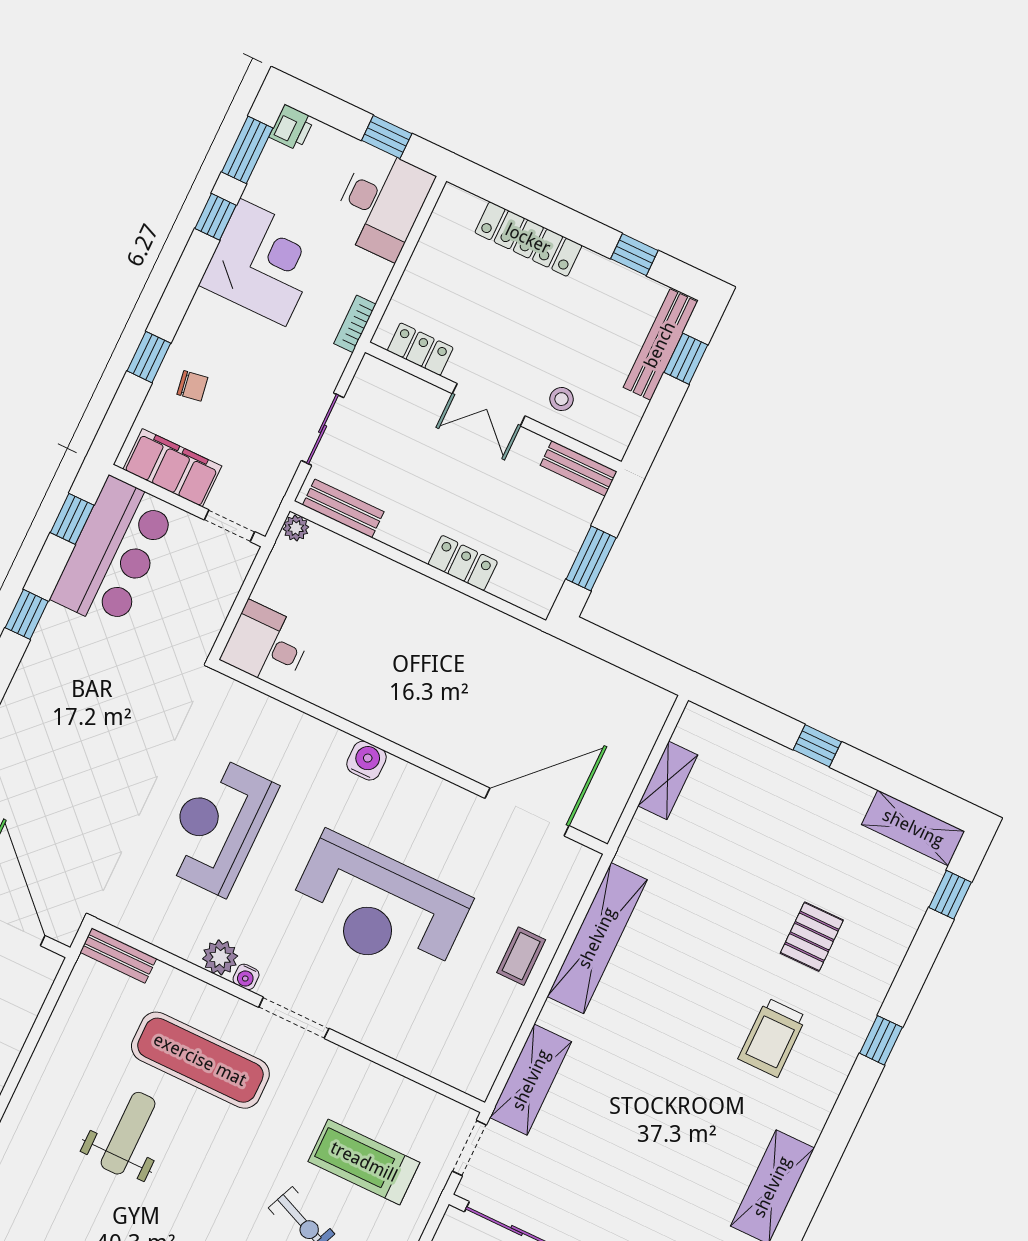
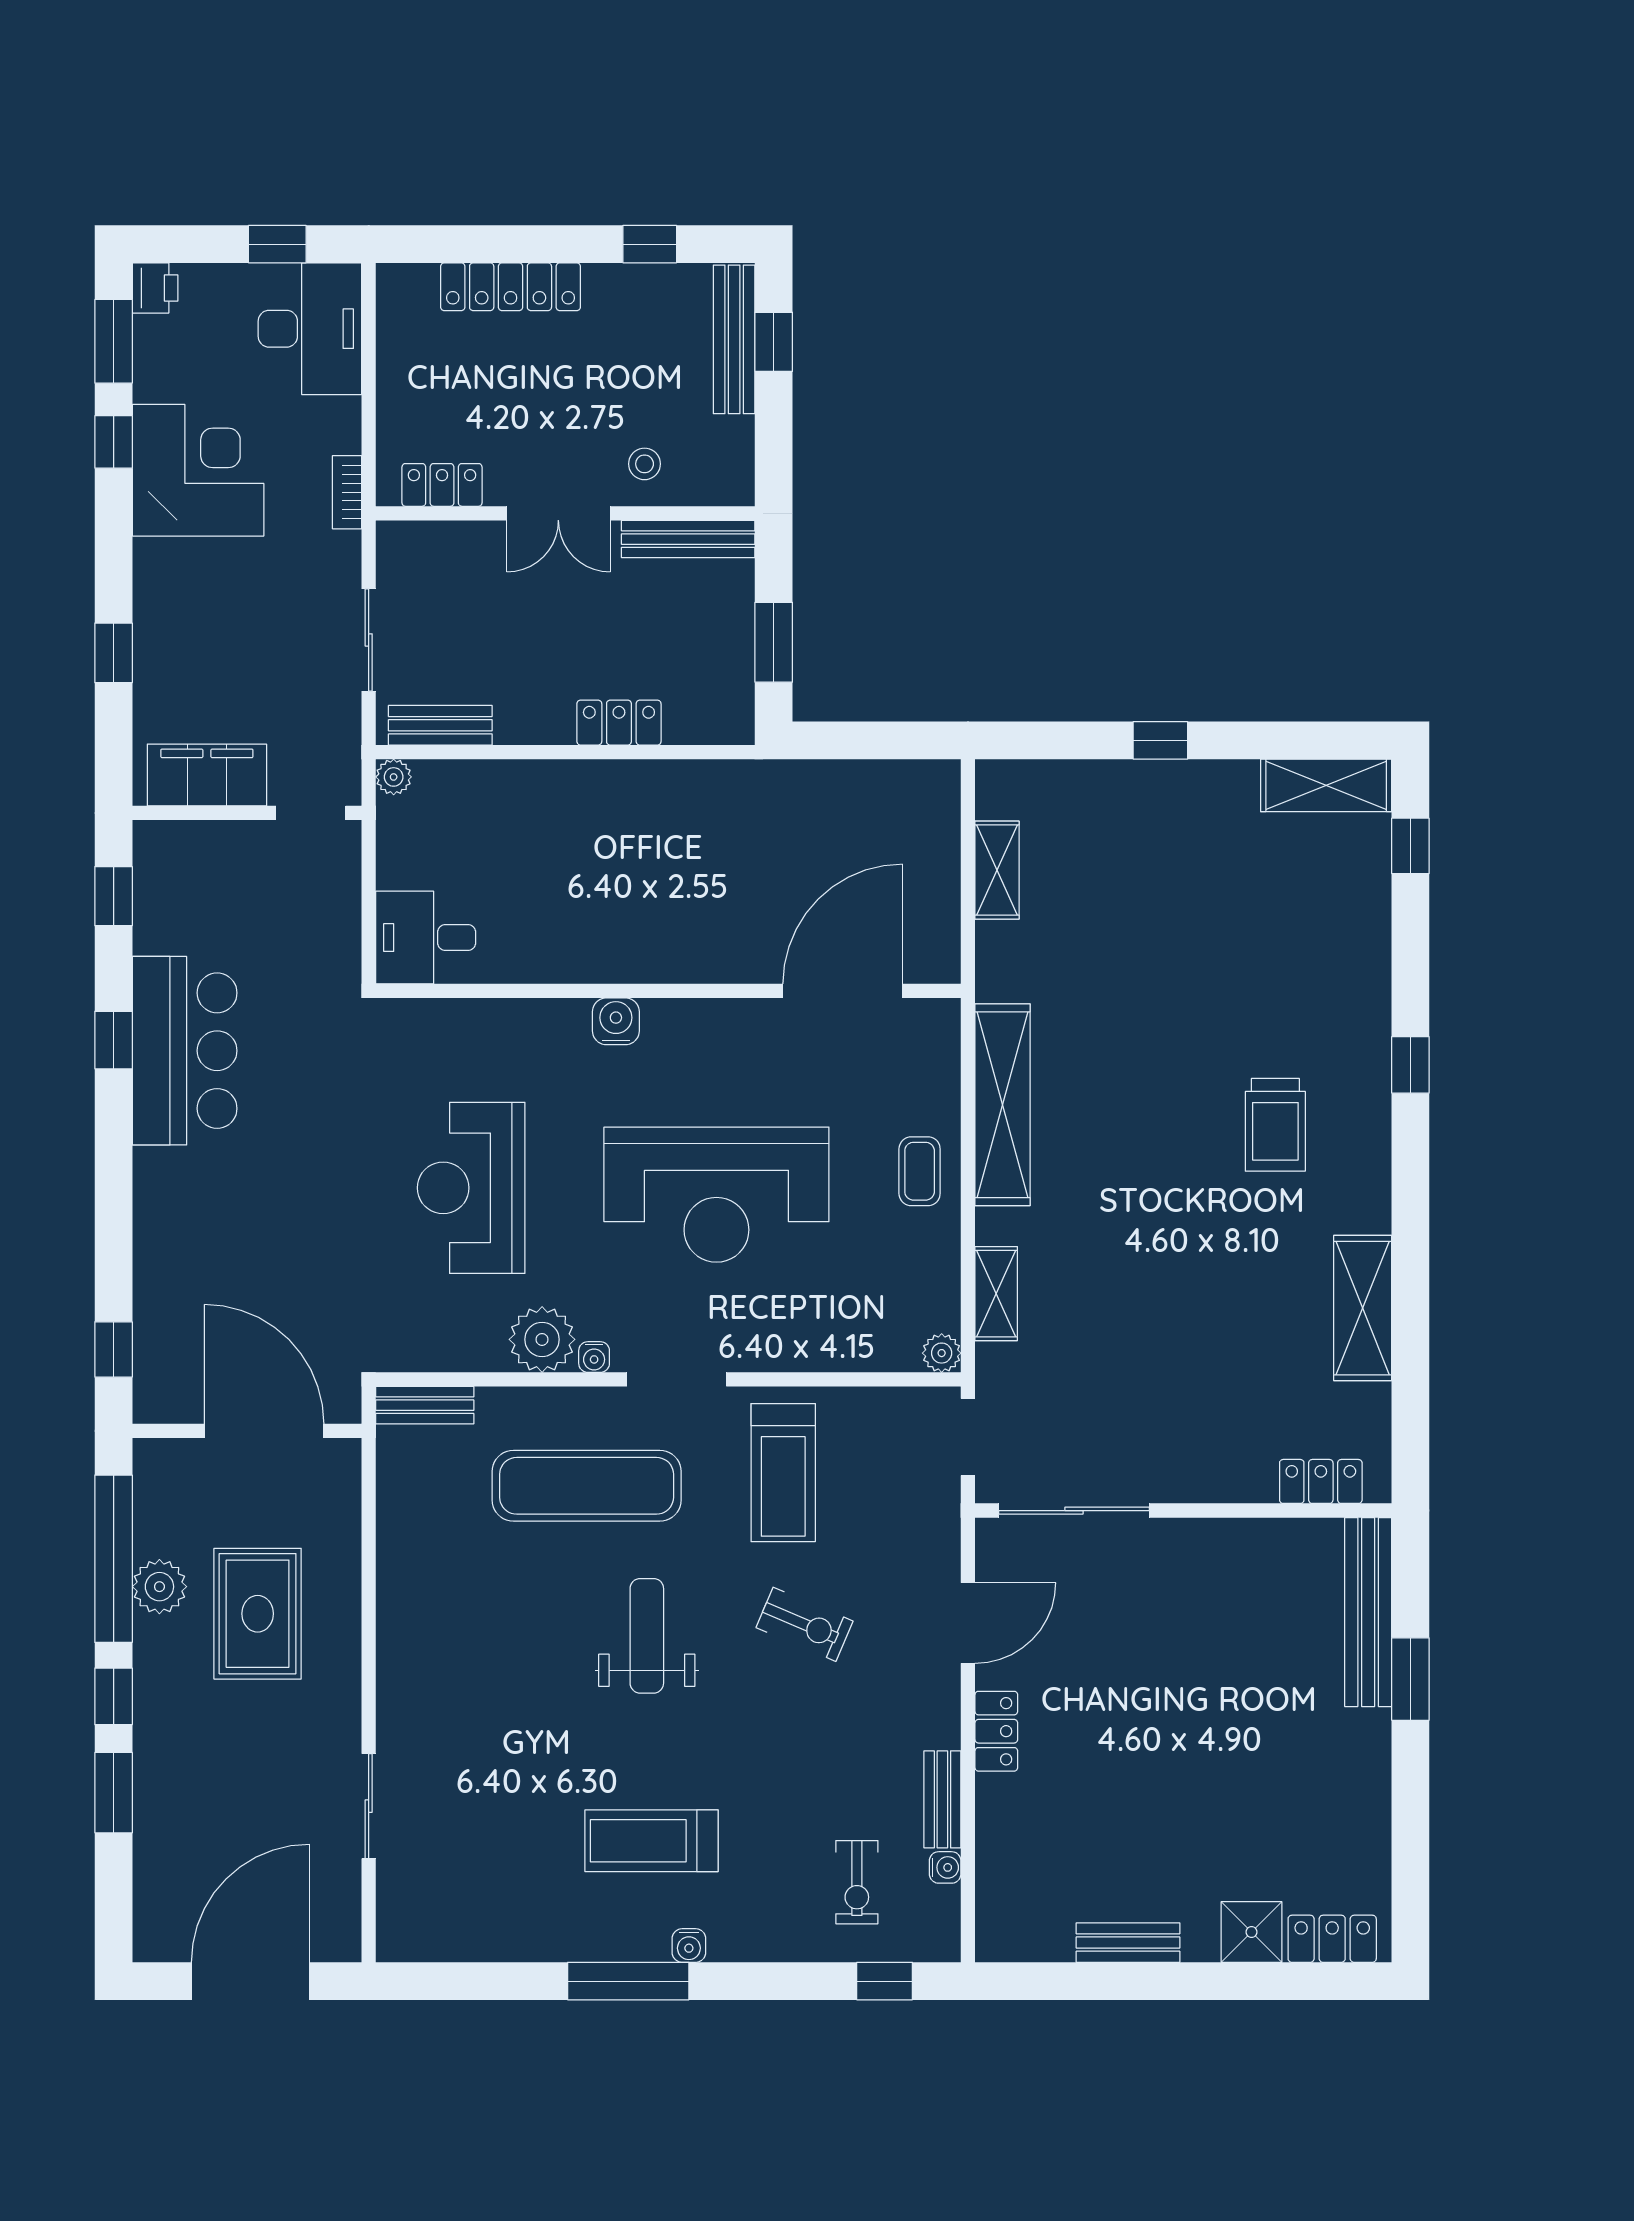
chair: (192, 386) -> (184, 663), removed
bench: (579, 468) -> (688, 539), width x1.36
bar counter: (114, 553) -> (185, 1051), moved
pallet: (812, 937) -> (1265, 978), removed
plant: (220, 957) -> (542, 1339), width x1.36, depth x1.36
shelving: (531, 1080) -> (996, 1294), width x0.67, depth x0.75
plant: (478, 1084) -> (942, 1353), added
weight bench: (128, 1133) -> (647, 1636), moved
treadmill: (364, 1162) -> (783, 1473), moved, turned -90

